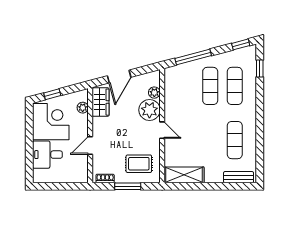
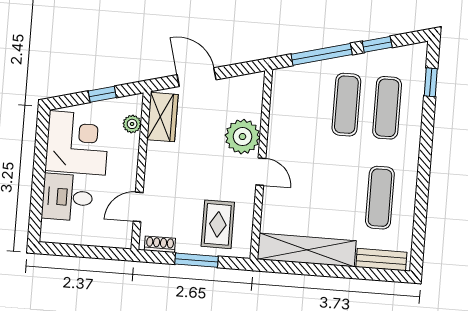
window: (241, 44) -> (377, 44), moved
door: (119, 77) -> (197, 77), swing flipped
plant: (154, 93) -> (253, 108), removed
window: (52, 94) -> (102, 94), moved
door: (90, 146) -> (138, 207), moved
rug: (139, 164) -> (218, 224), turned 90
shelving: (184, 175) -> (307, 250), width x1.47

